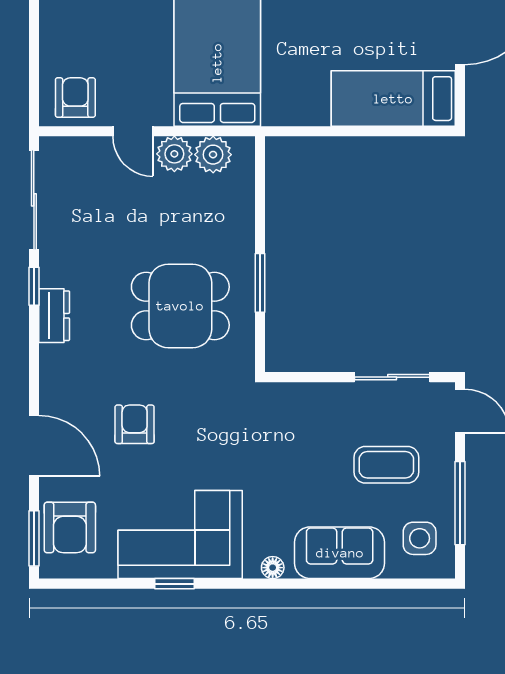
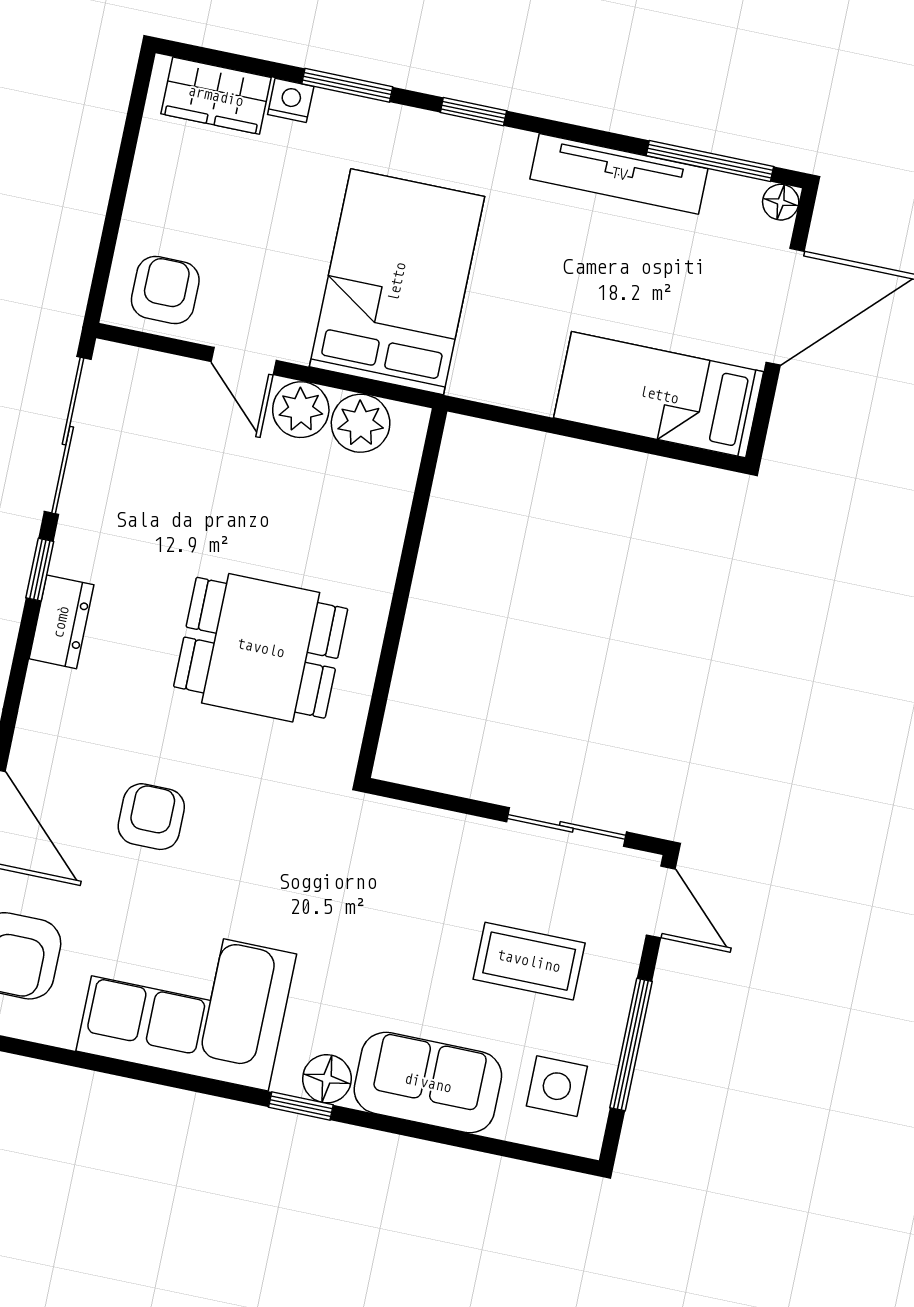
window: (260, 283) -> (392, 638), removed
floor lamp: (273, 568) -> (327, 1079), width x1.37, depth x1.37
window: (174, 584) -> (301, 1106), moved

